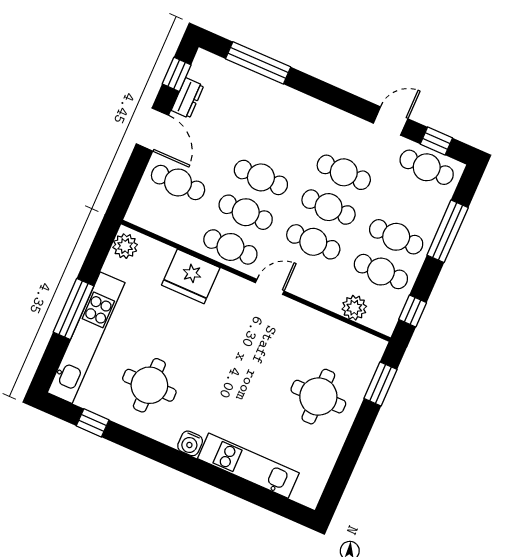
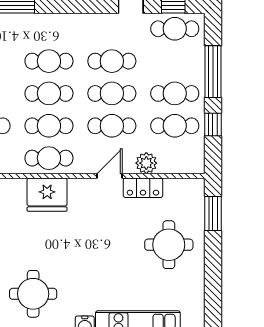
cafe table: (276, 143) -> (49, 61), added
fridge: (191, 276) -> (47, 195), moved
door: (270, 287) -> (110, 176), moved
plant: (354, 308) -> (146, 163), moved
window: (413, 311) -> (213, 125), moved
locker: (317, 323) -> (143, 188), added

